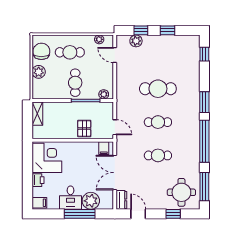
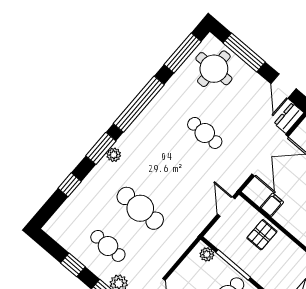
window: (204, 54) -> (70, 185), moved
plant: (195, 104) -> (114, 155), added
cafe table: (158, 122) -> (108, 246), moved
filing cabinet: (104, 148) -> (272, 205), moved
window: (173, 214) -> (244, 52), width x2.17

